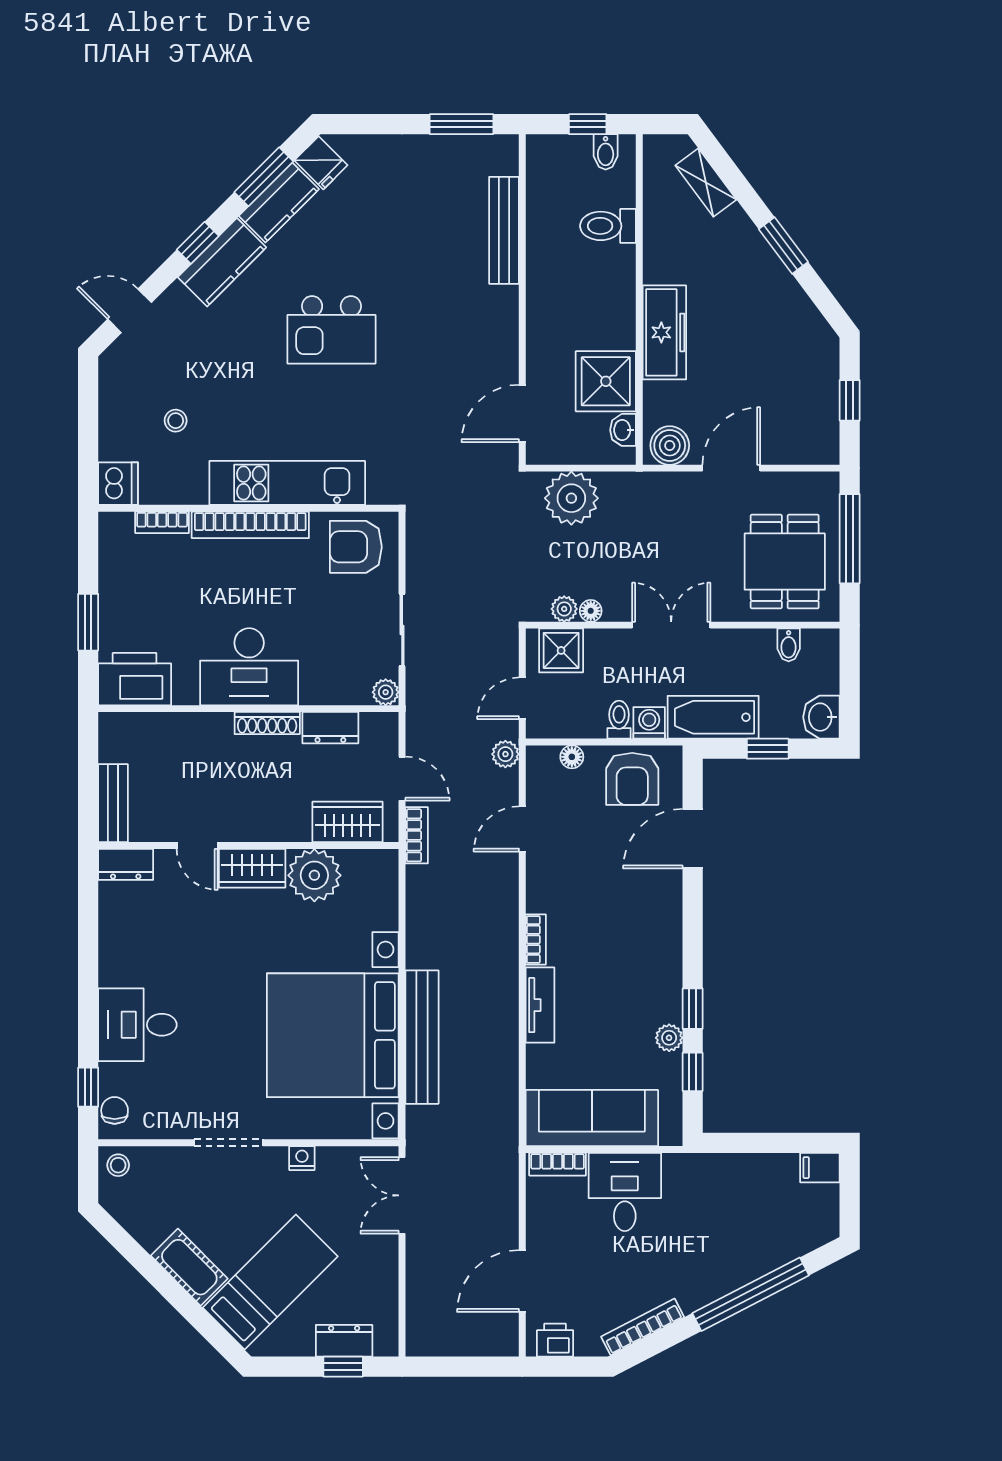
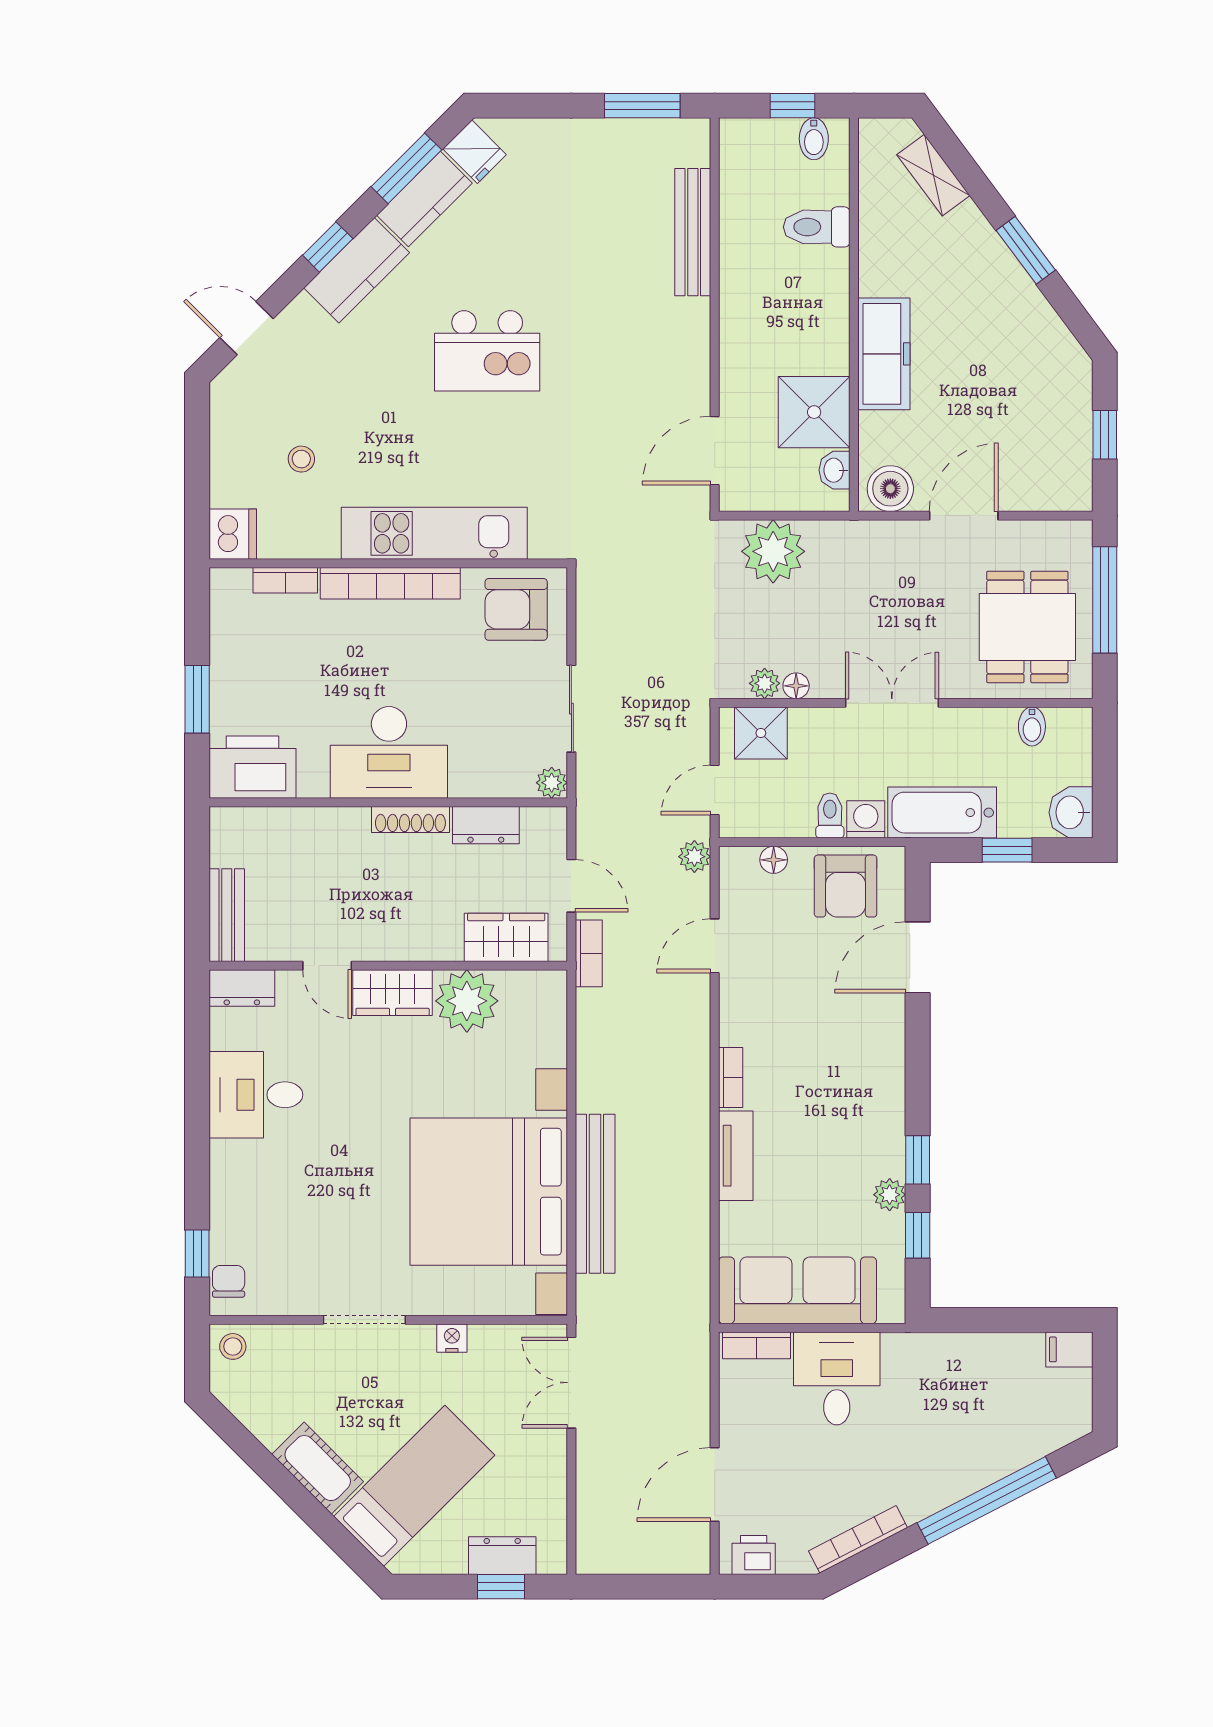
desk: (137, 1025) -> (256, 1095), moved

